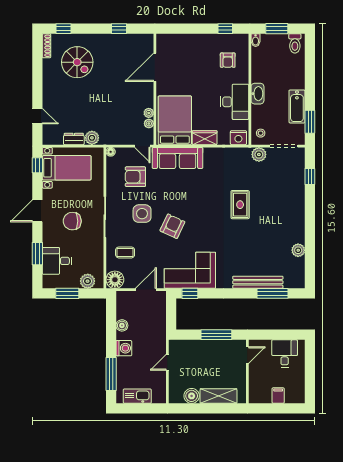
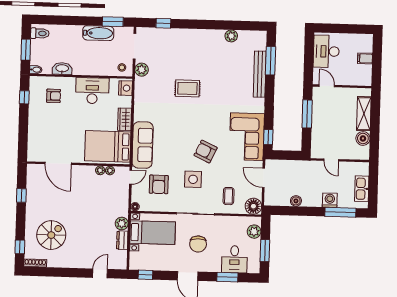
washbasin: (257, 94) -> (62, 69), moved
bed with nightstands: (67, 168) -> (153, 233), moved, turned 90
washing machine: (124, 348) -> (330, 200), moved
desk: (285, 353) -> (326, 51), width x1.37

